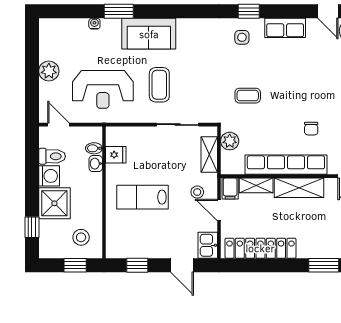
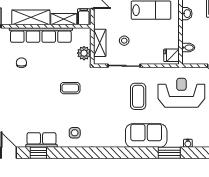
window: (249, 11) -> (38, 153), moved
fridge: (116, 155) -> (172, 55), moved
washbasin: (96, 164) -> (187, 14), moved
stool: (197, 192) -> (124, 41), moved

